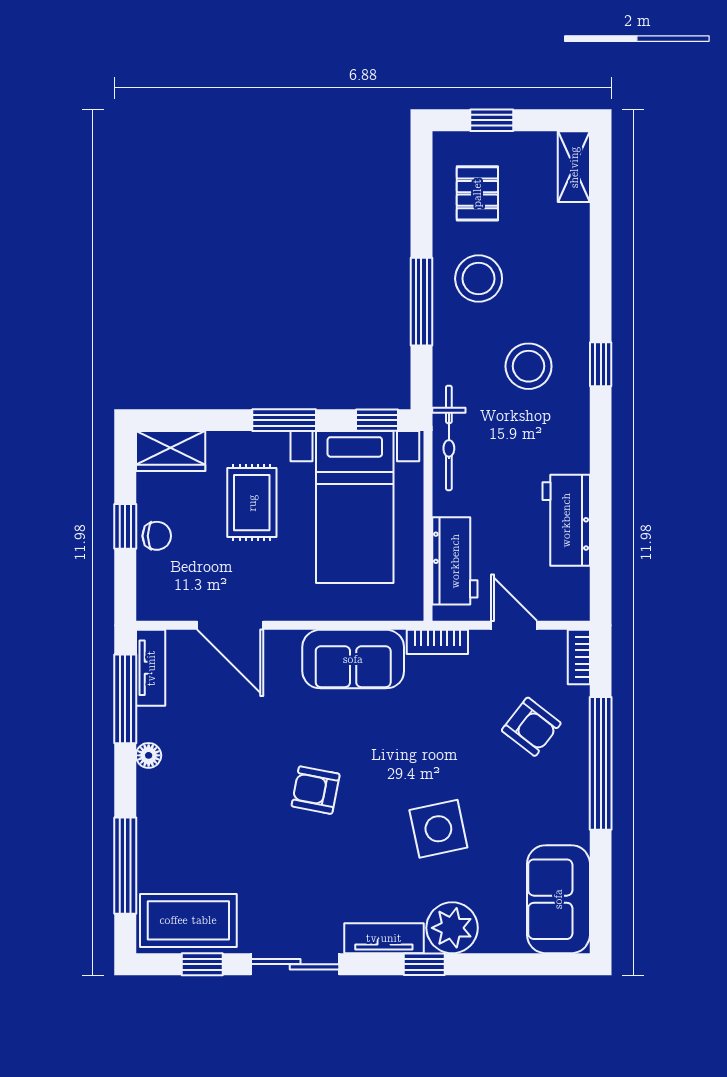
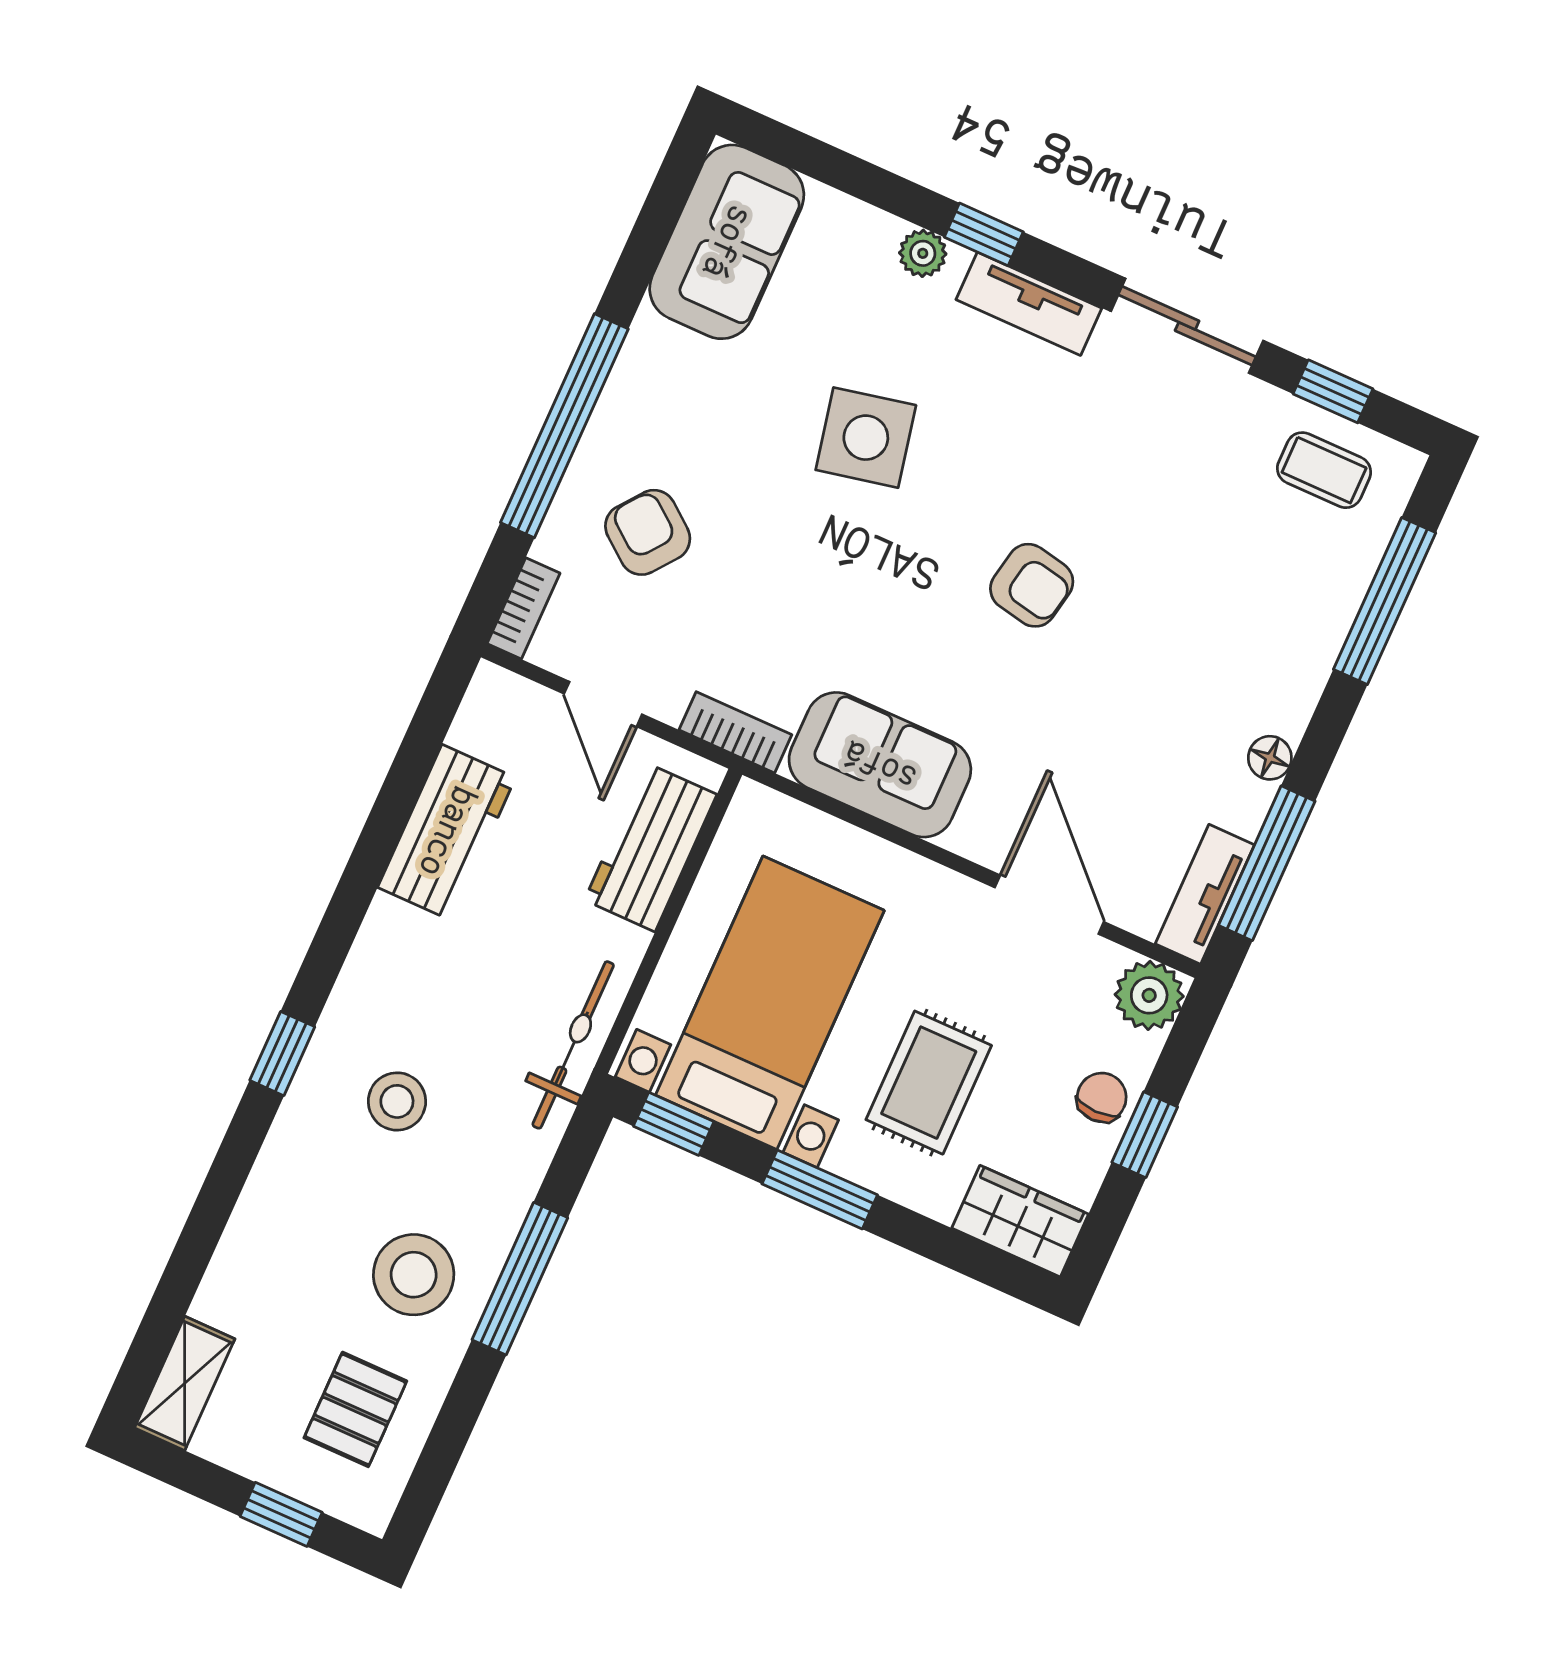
stool: (529, 366) -> (397, 1101), width x0.73, depth x0.73
chair: (157, 536) -> (1102, 1097), turned 90
plant: (156, 601) -> (1149, 995), added
coffee table: (188, 920) -> (1324, 470), width x0.54, depth x0.58
plant: (452, 928) -> (923, 253), width x0.53, depth x0.53

